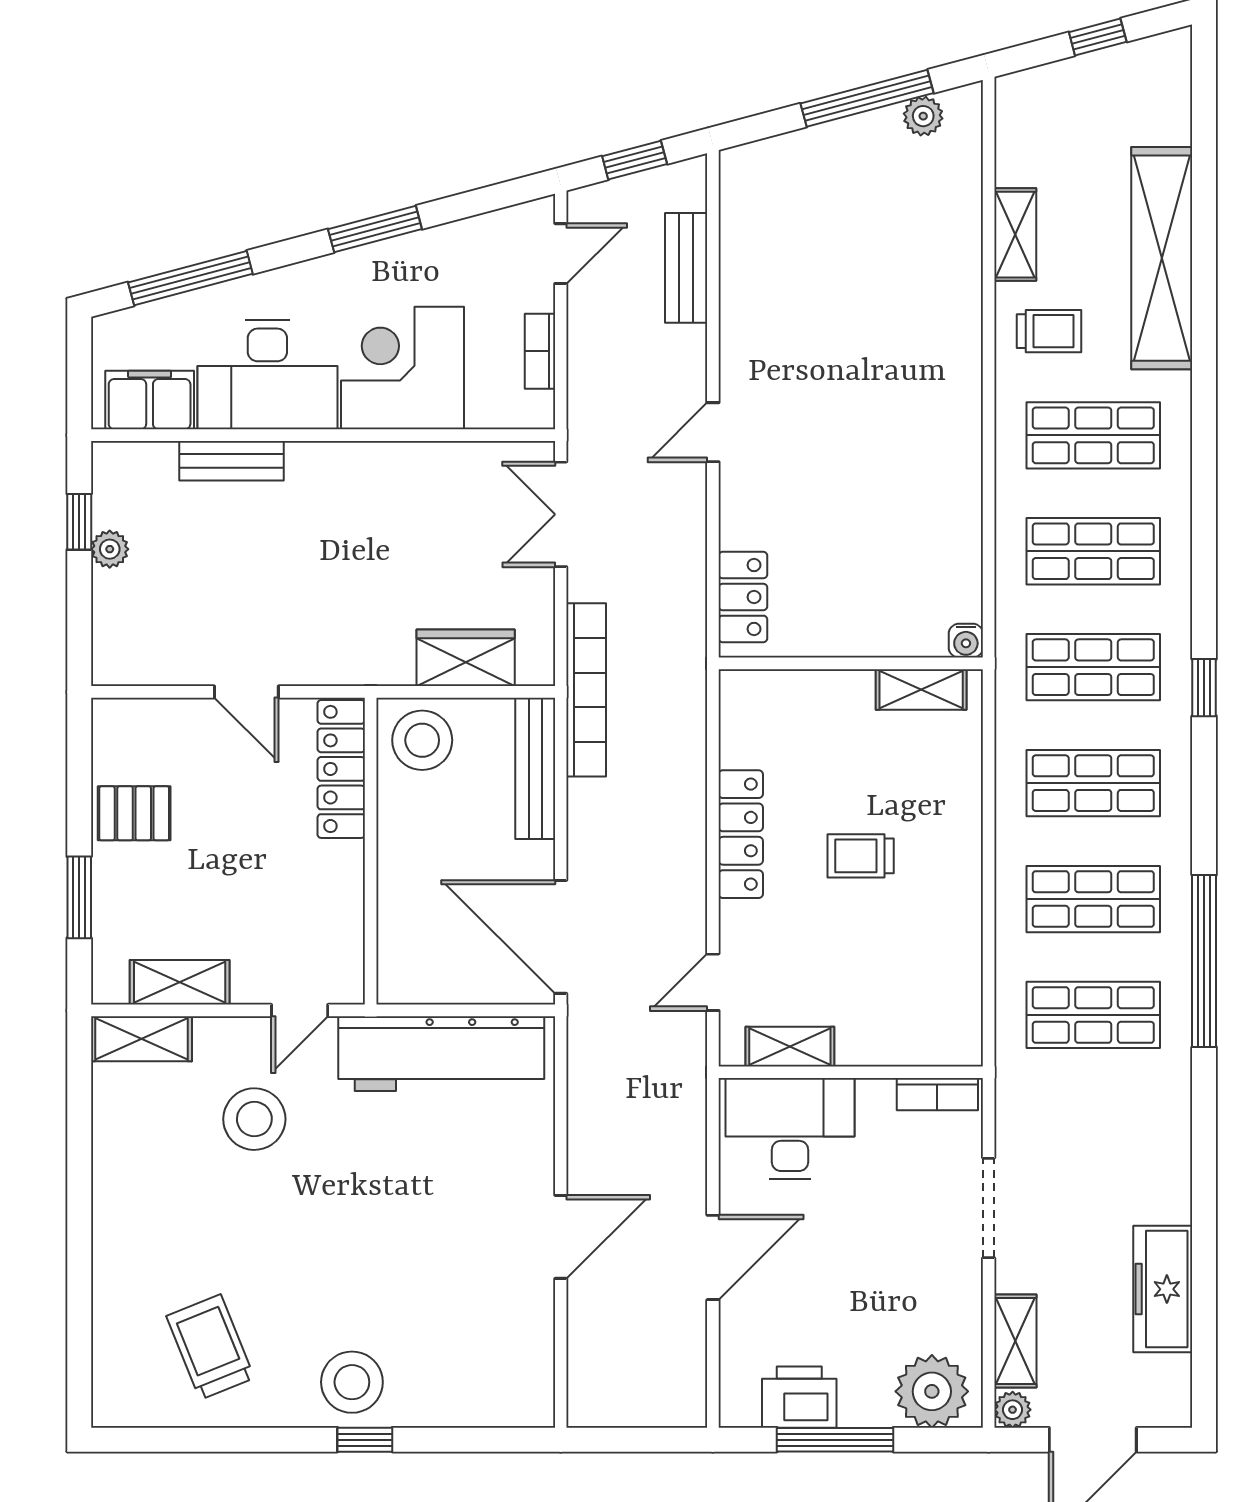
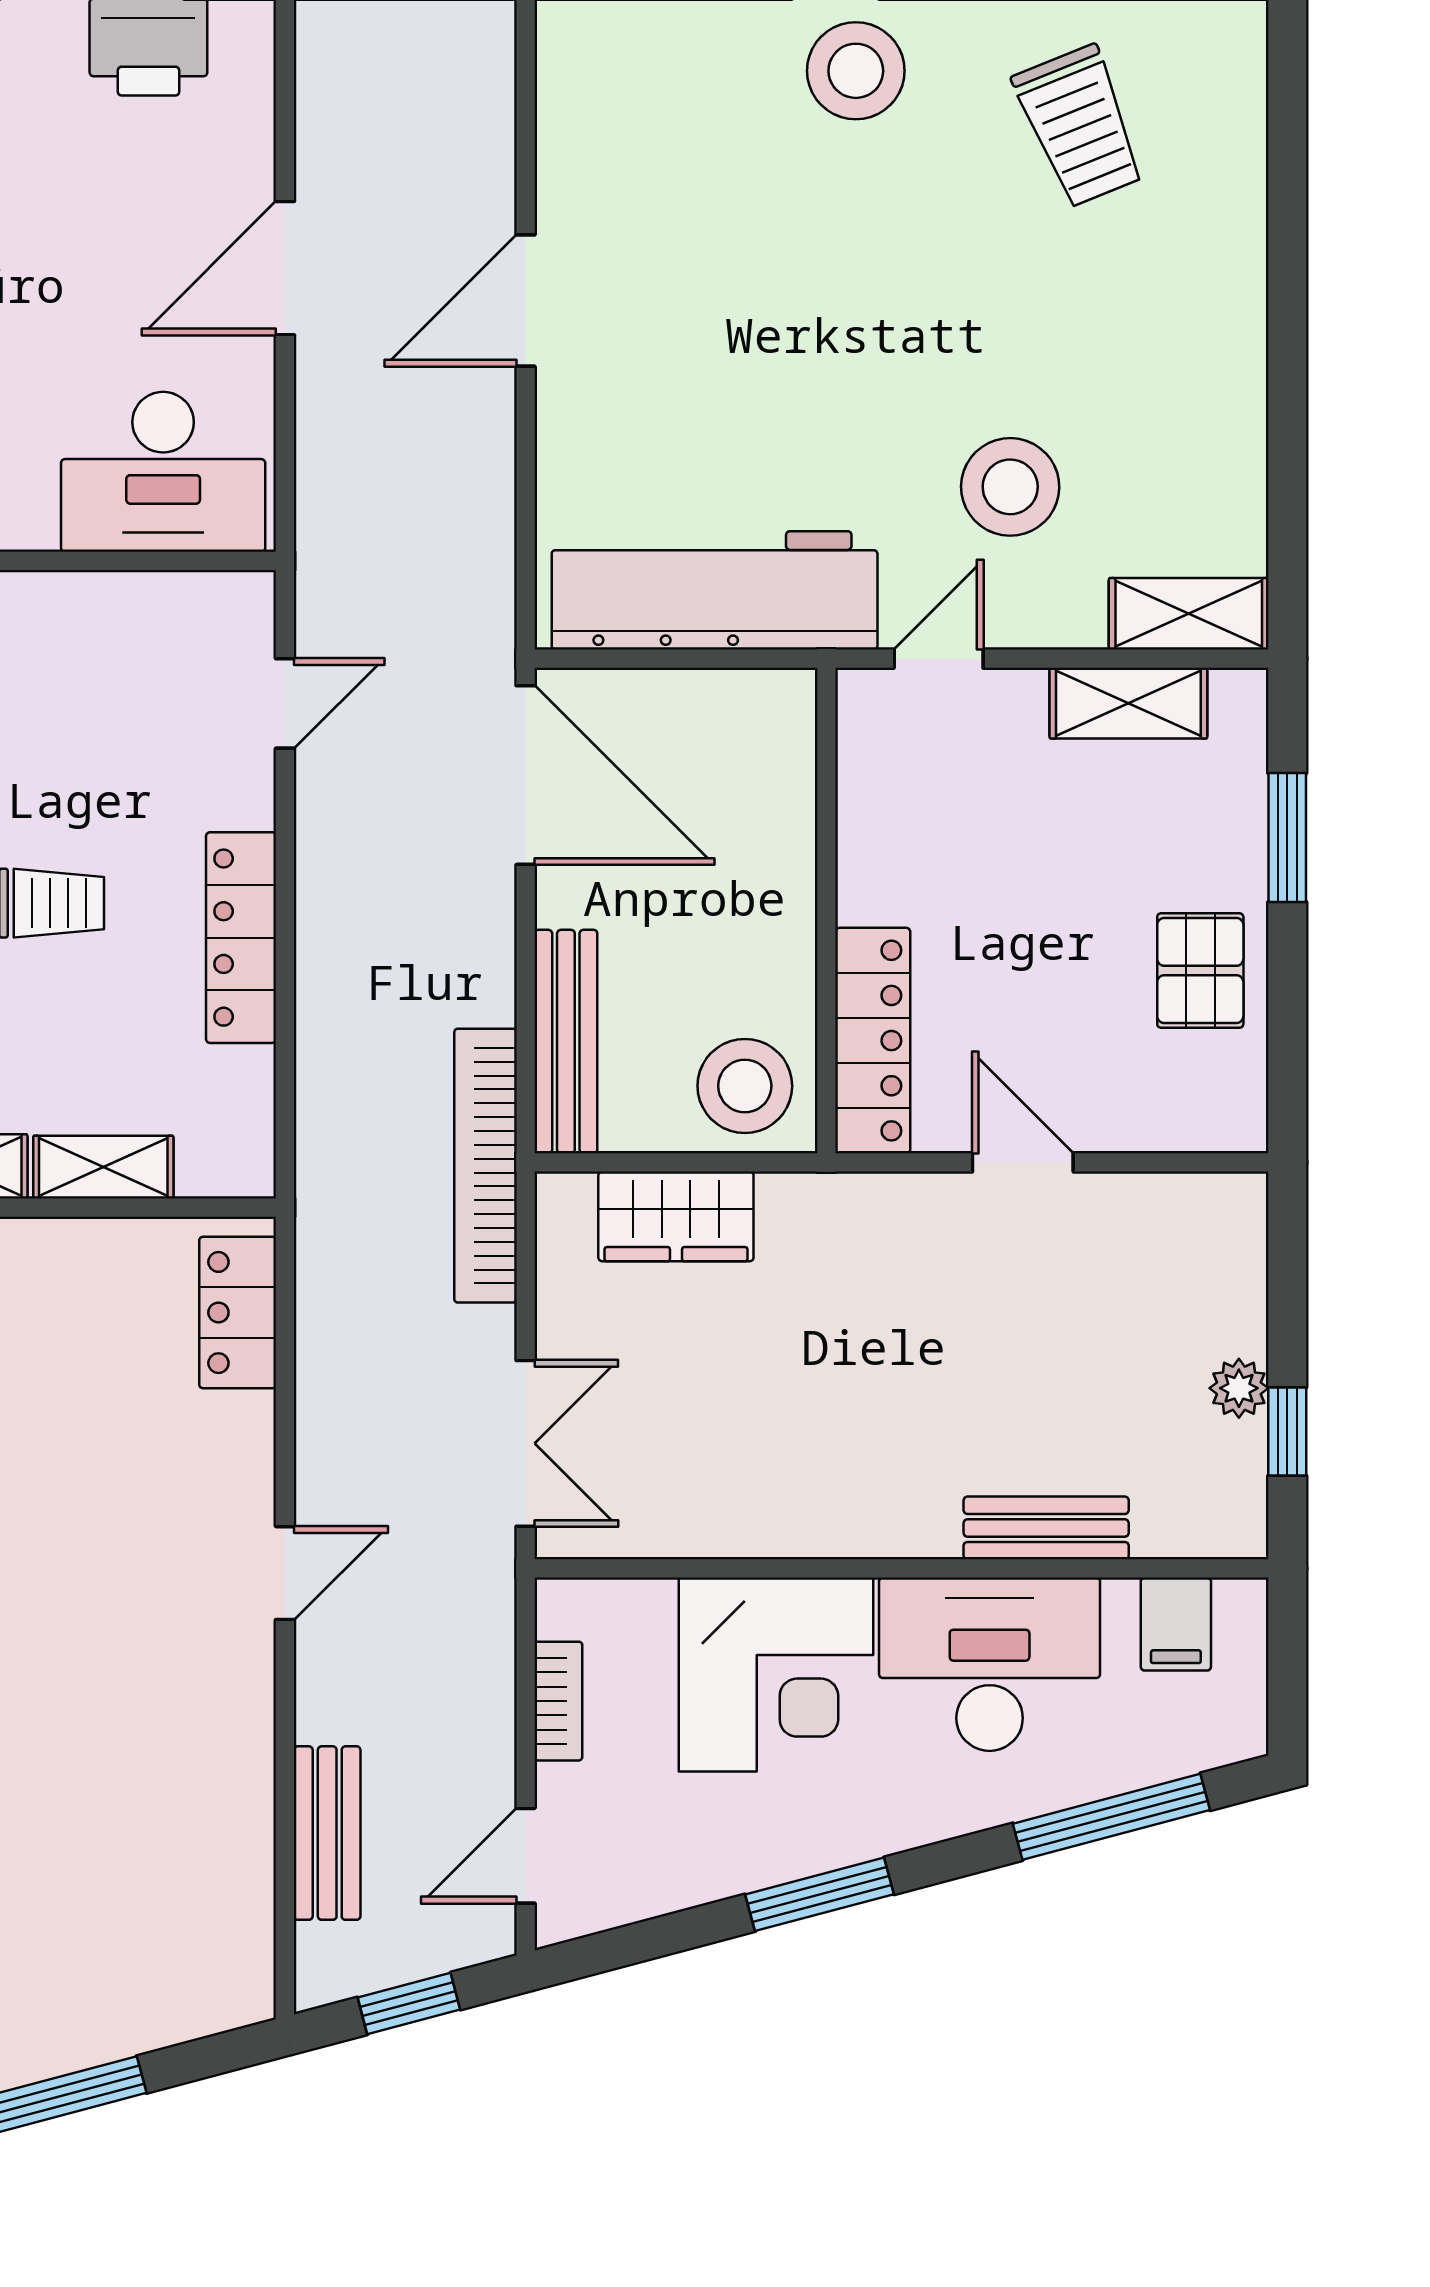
filing cabinet: (150, 400) -> (1176, 1624), width x0.50
pallet: (134, 813) -> (1200, 970), turned 90
shelving: (790, 1047) -> (103, 1167), moved

